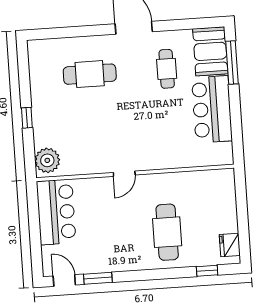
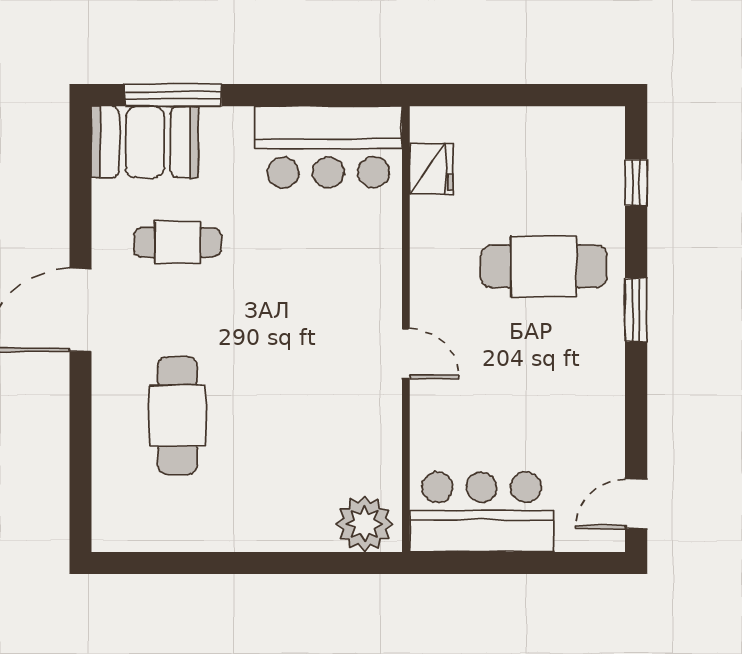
bar counter: (212, 109) -> (328, 147), moved
window: (27, 118) -> (266, 563), removed
fridge: (230, 245) -> (431, 169), moved, turned -90
window: (98, 278) -> (636, 310), moved

